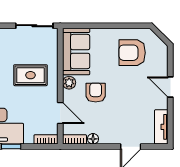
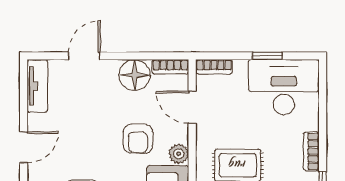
door: (170, 87) -> (24, 147), hinge flipped
floor lamp: (93, 139) -> (135, 75), width x1.89, depth x1.89

